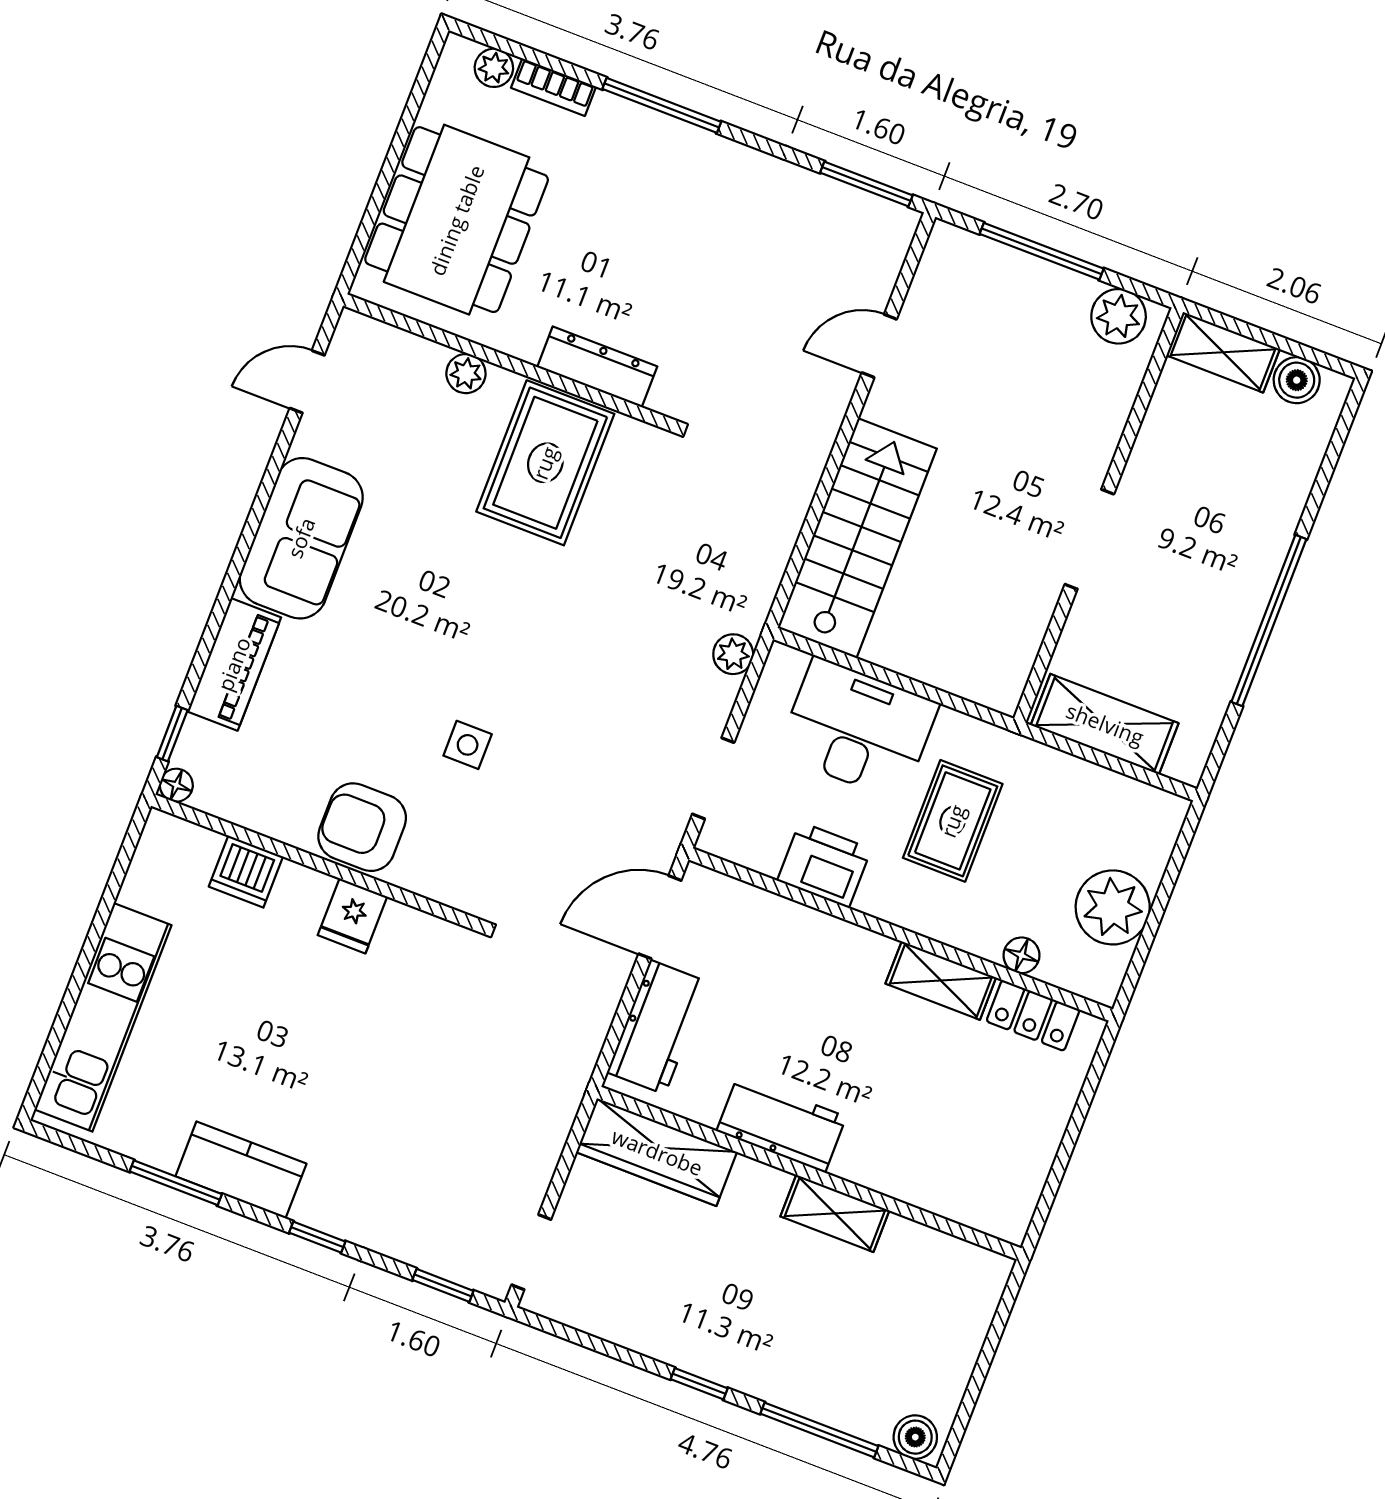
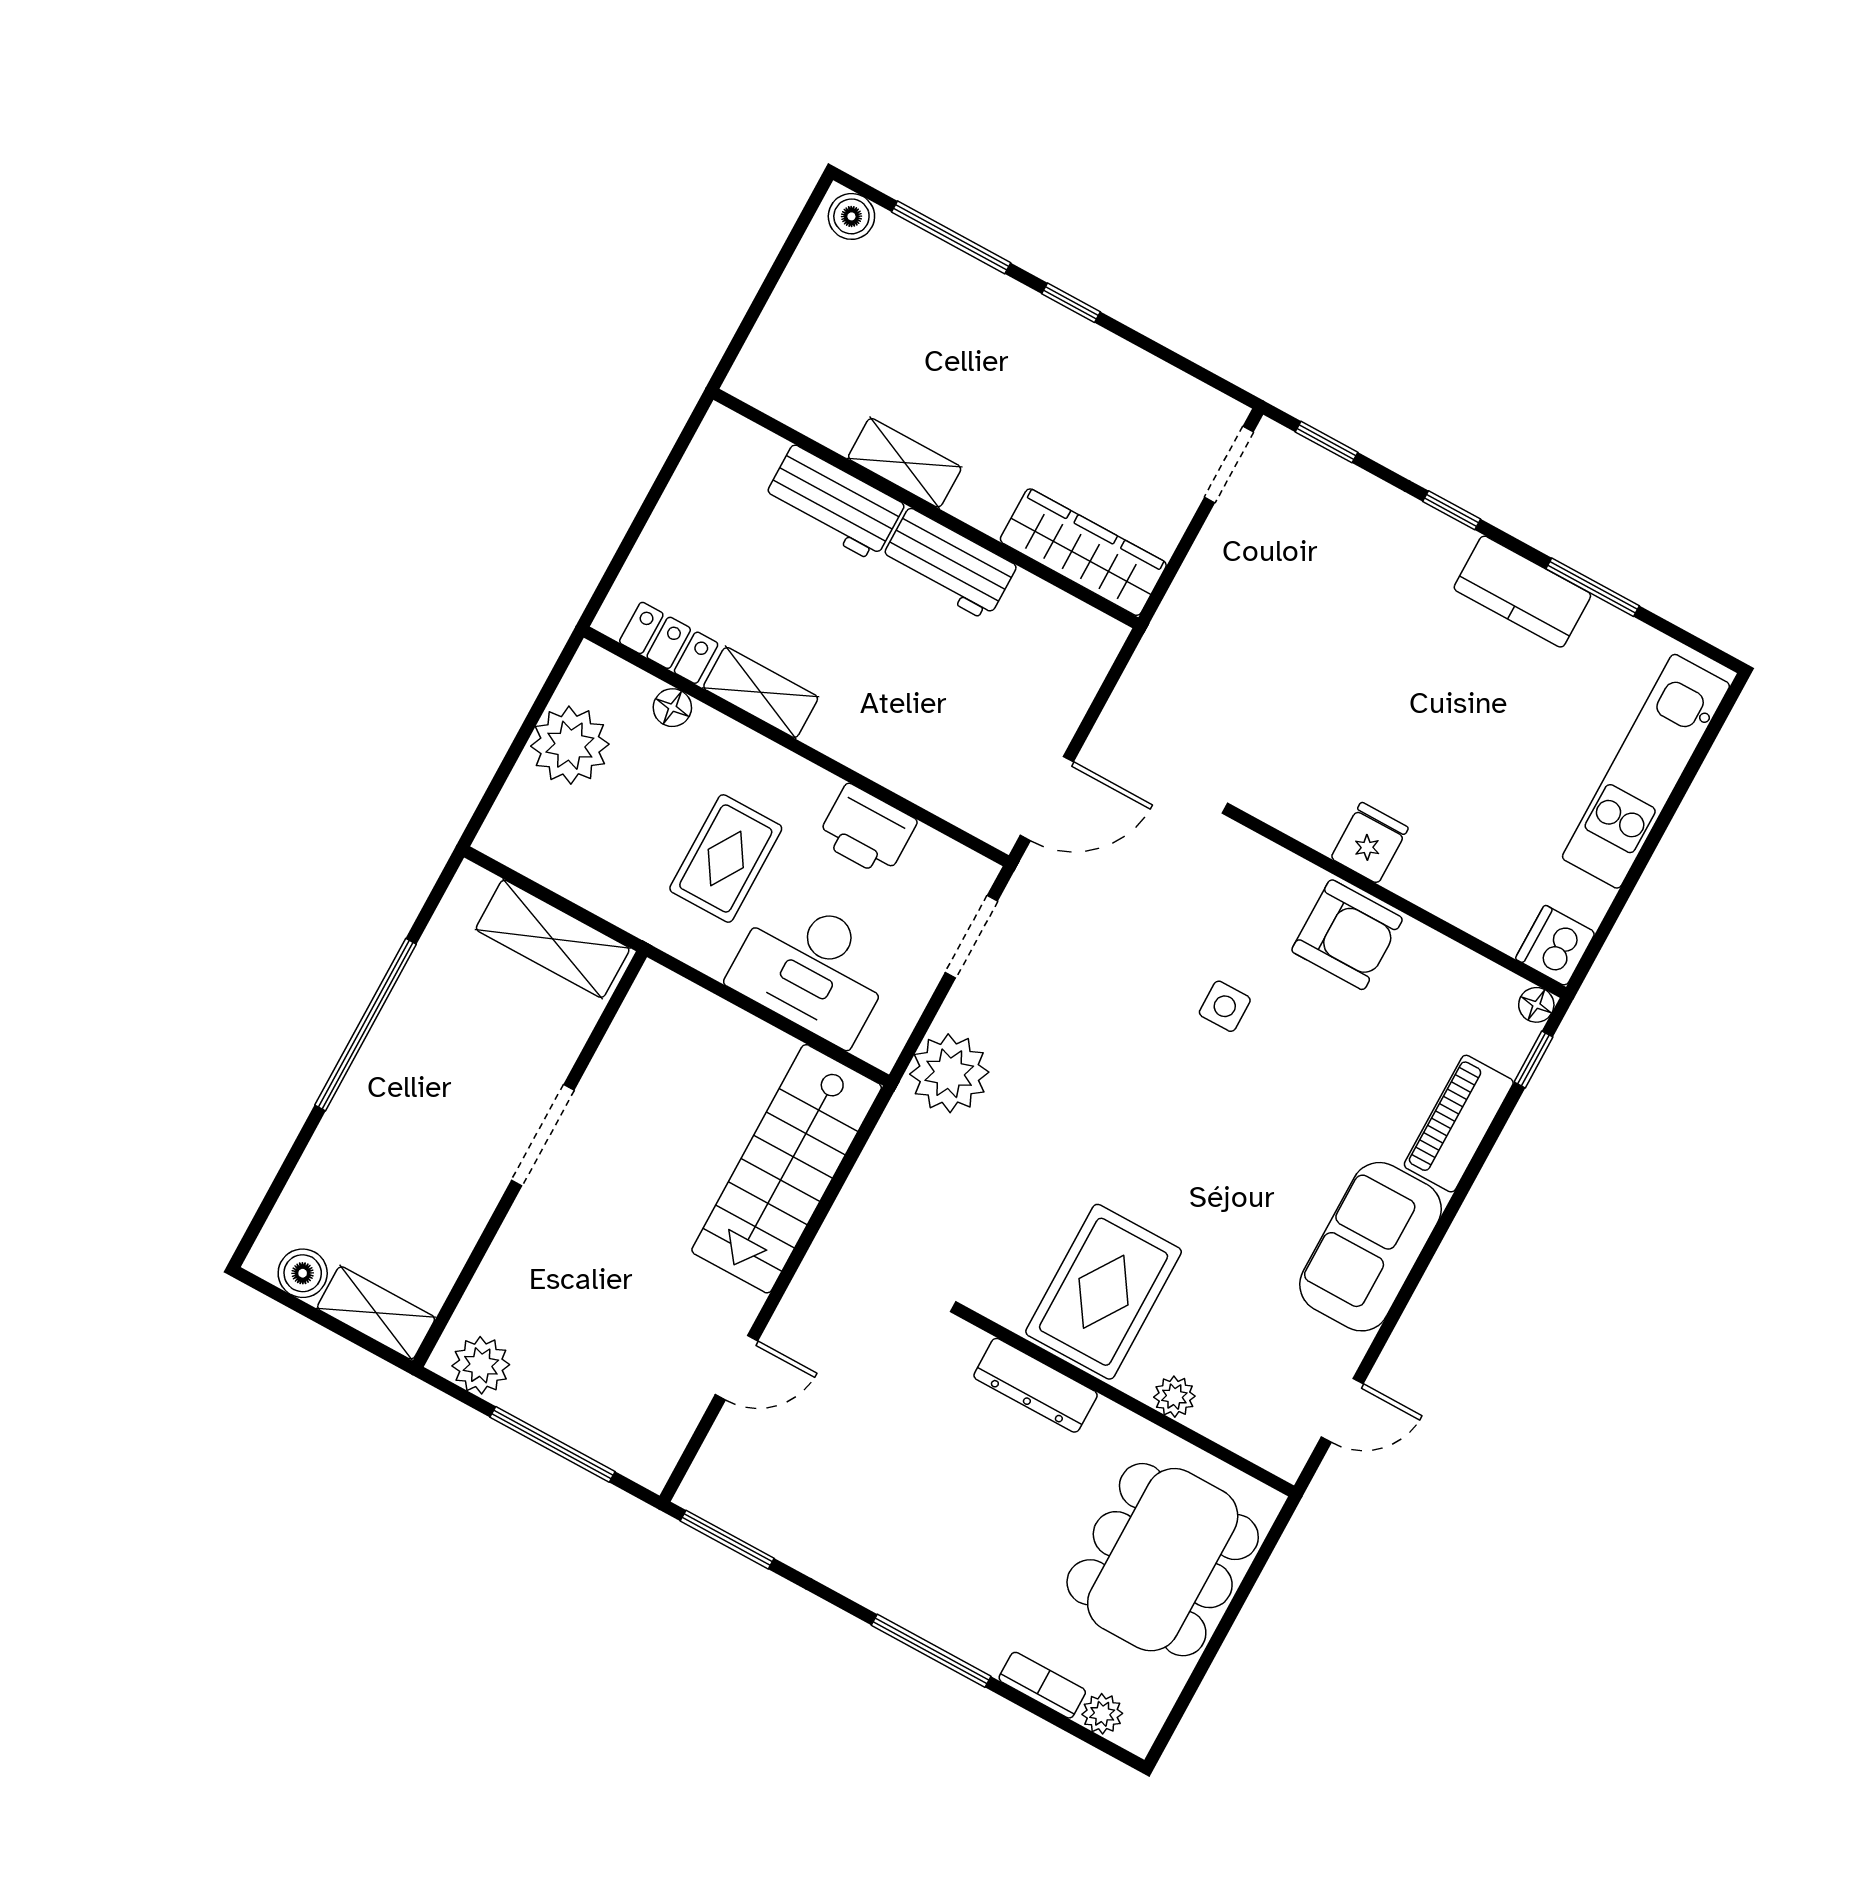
plant: (733, 654) -> (949, 1073), width x1.87, depth x1.87
dishwasher: (246, 872) -> (1555, 946), moved, turned -90
workbench: (657, 1027) -> (834, 503), moved, turned -90

